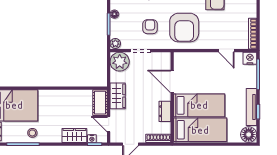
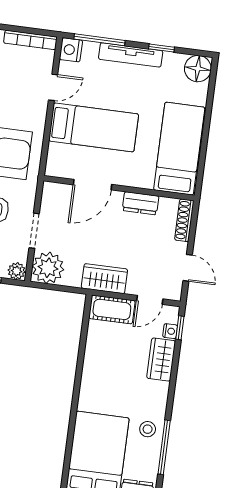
bed: (199, 105) -> (94, 127), moved, turned 90
tv unit: (251, 107) -> (131, 55), moved

